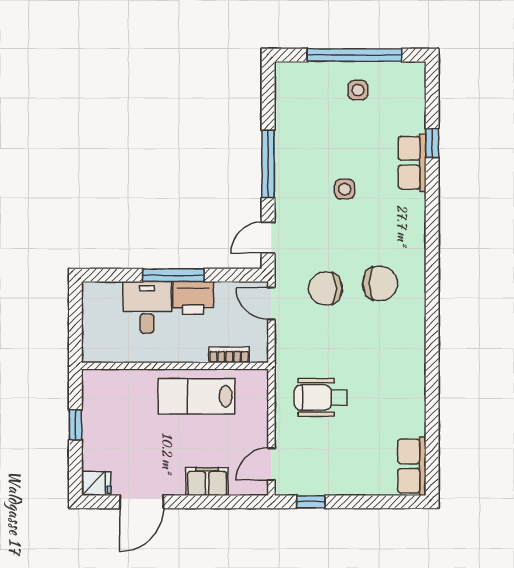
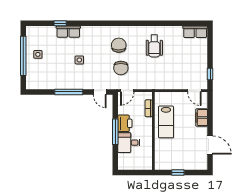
wheelchair: (321, 397) -> (154, 46), moved
fridge: (96, 483) -> (202, 164), removed

